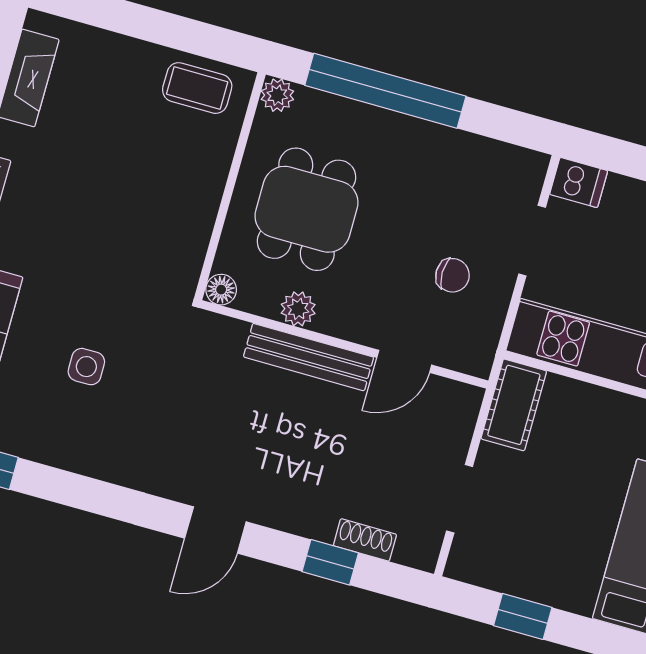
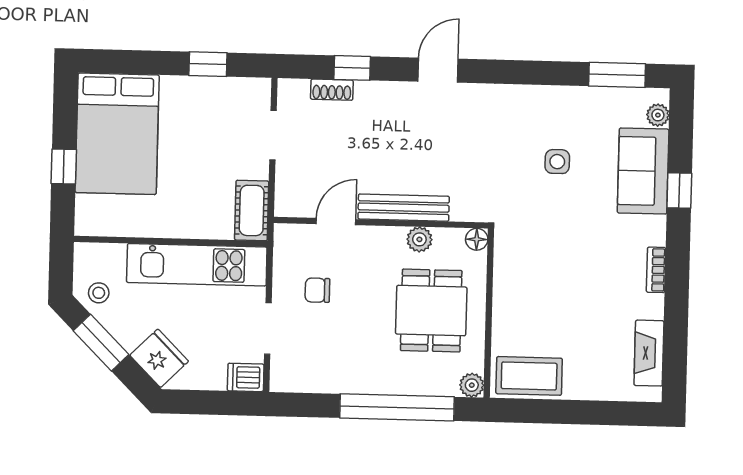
coffee table: (197, 88) -> (529, 376), width x1.36, depth x1.30

